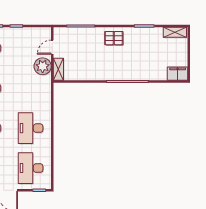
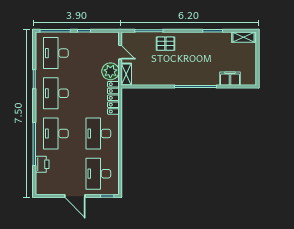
pallet: (114, 38) -> (165, 44), moved
door: (52, 47) -> (120, 52), swing flipped
filing cabinet: (178, 74) -> (230, 79), moved
locker: (46, 93) -> (113, 98), added

